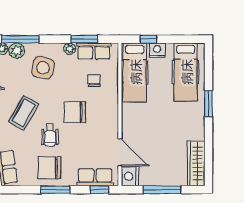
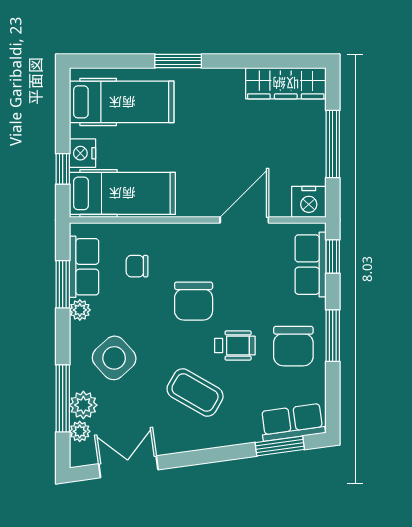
side table: (43, 68) -> (114, 358), turned 35
door: (120, 152) -> (244, 220), moved

